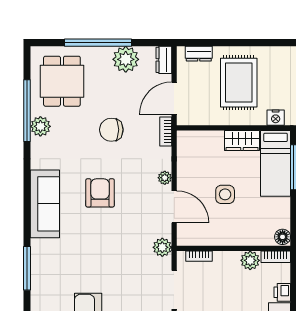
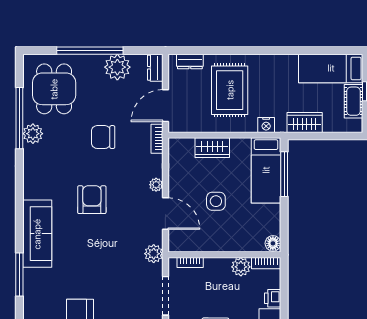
wardrobe: (242, 140) -> (212, 148), moved
sofa: (45, 204) -> (37, 234), moved

